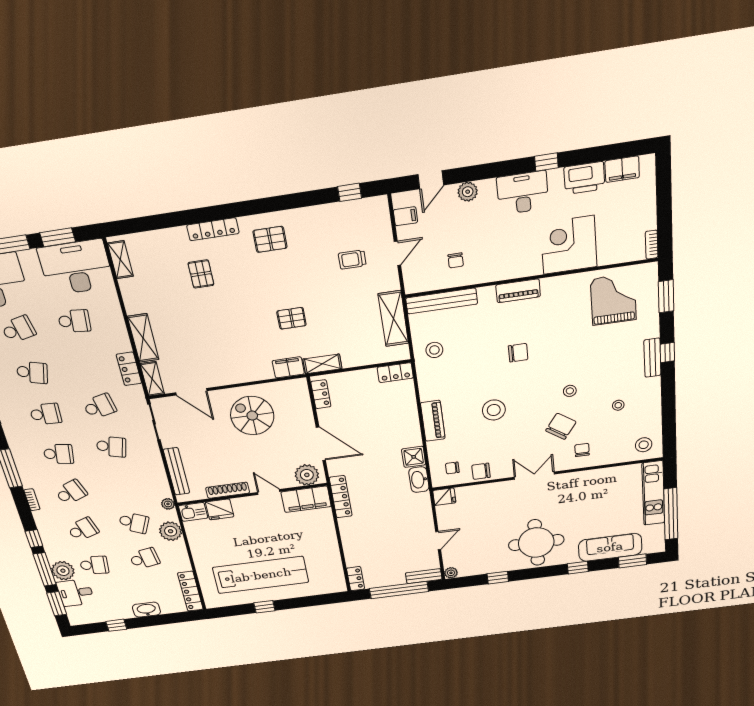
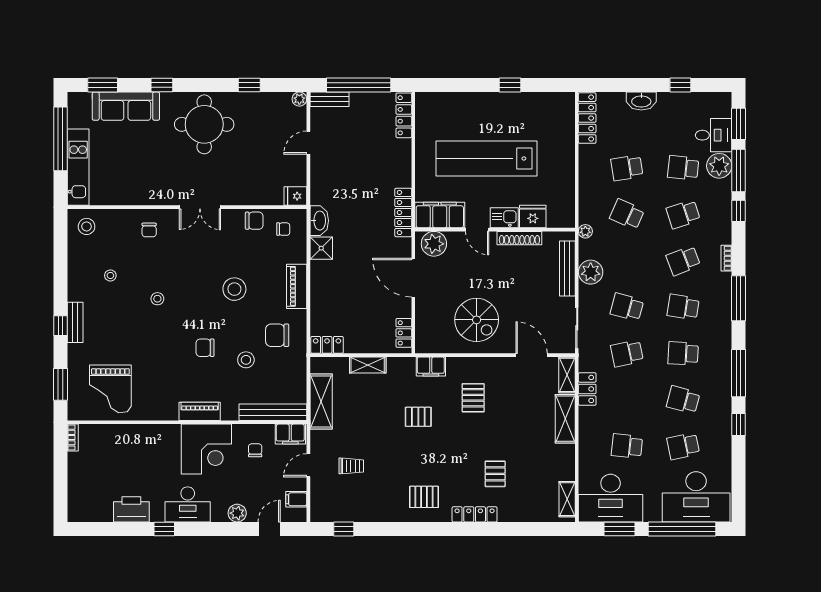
filing cabinet: (622, 169) -> (290, 434), moved, turned 180
corner desk: (569, 245) -> (206, 449), moved
pallet: (240, 344) -> (473, 398), added
stool: (434, 350) -> (246, 360), moved
shelving: (322, 364) -> (368, 365), moved
chair: (561, 426) -> (277, 335), moved, turned 55
kitchen sink: (193, 512) -> (504, 218), moved
plant: (171, 531) -> (591, 272), moved
lab bench: (261, 575) -> (487, 159), moved
locker: (356, 579) -> (404, 115), width x1.53

